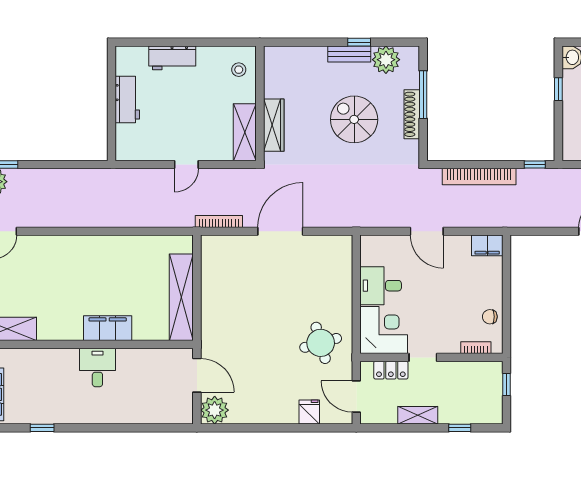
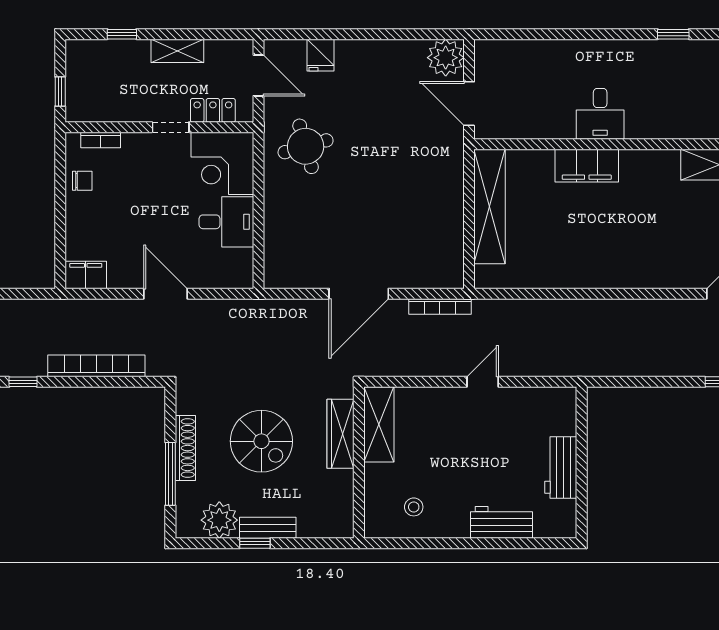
wall: (260, 103) -> (359, 463), moved
wardrobe: (274, 125) -> (341, 434), moved
shelving: (245, 132) -> (379, 424), moved

